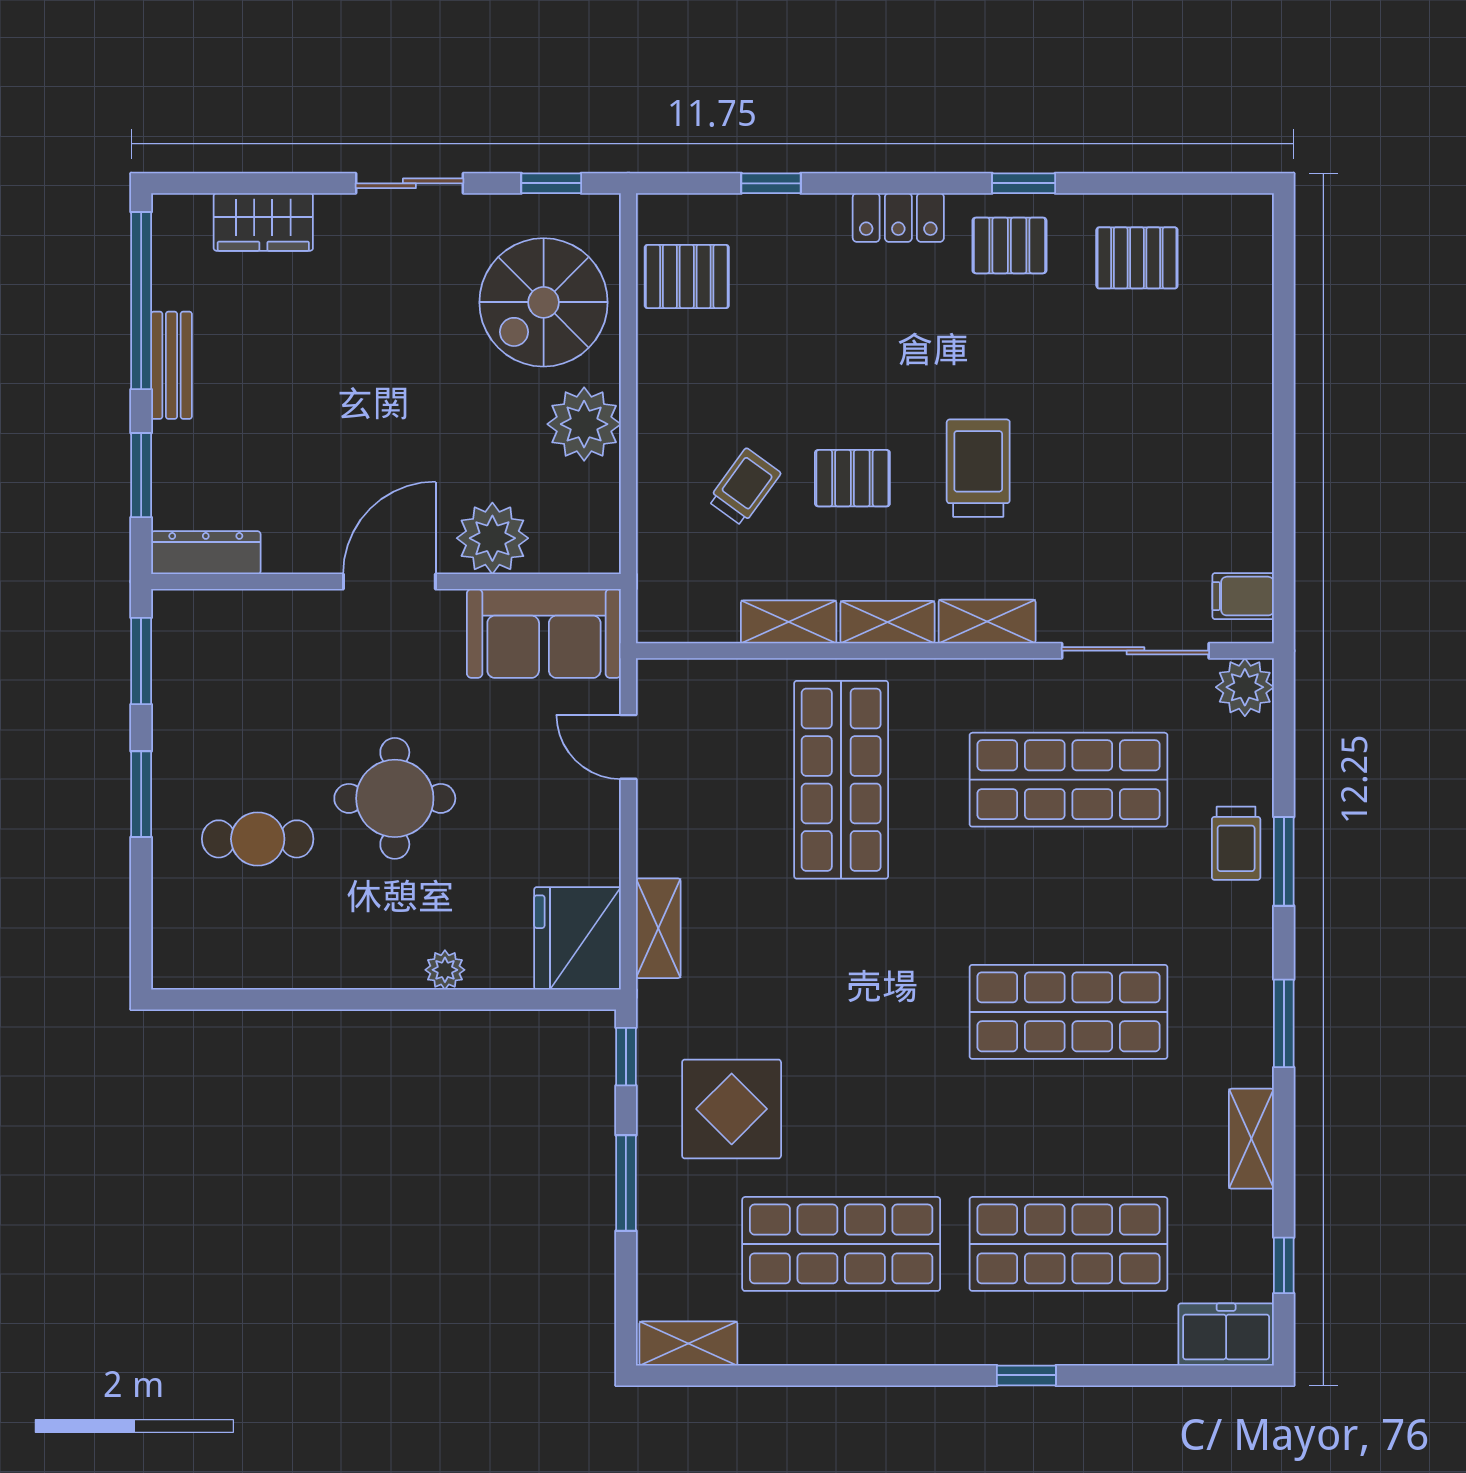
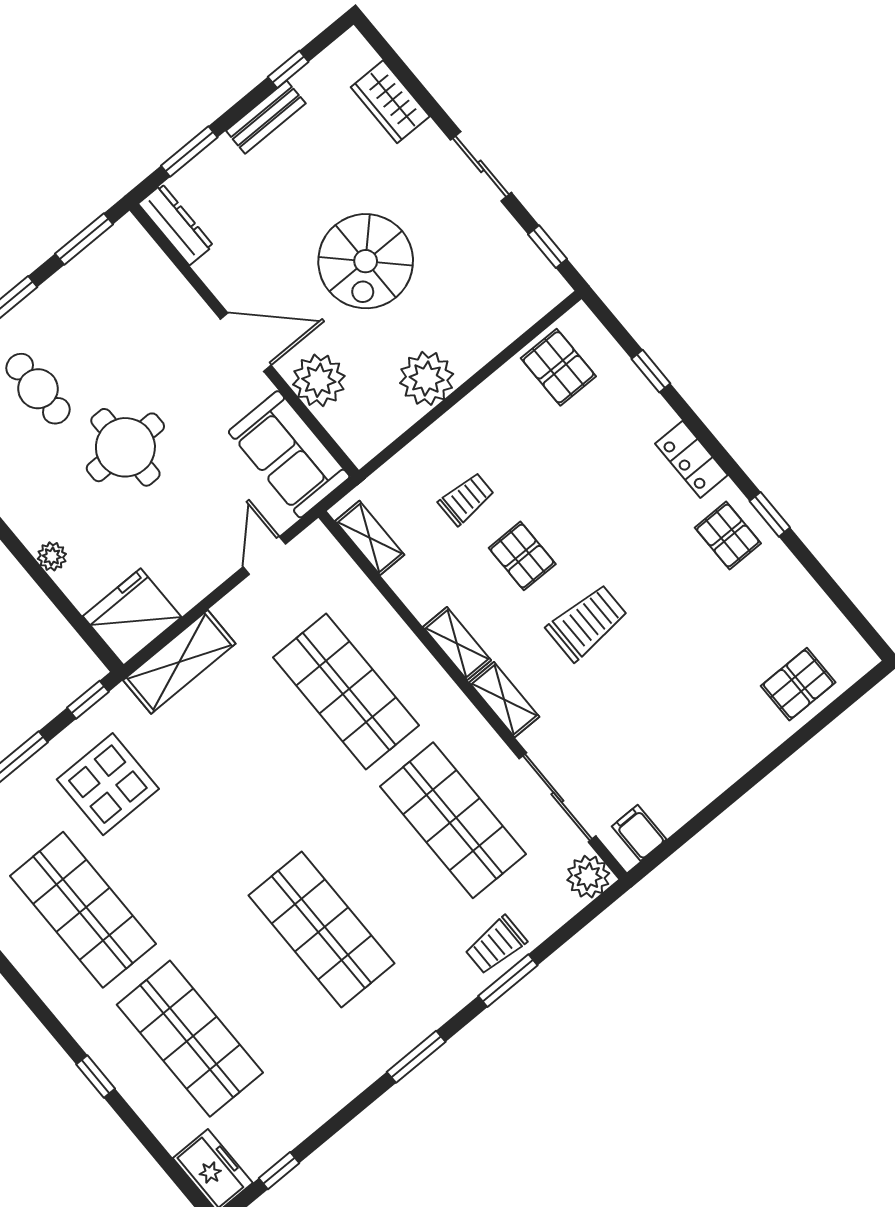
pallet: (1137, 258) -> (798, 684), moved, turned 90
window: (141, 301) -> (288, 69), width x0.32
spiral stairs: (544, 302) -> (366, 261), moved, turned -90
trolley: (744, 487) -> (466, 499), turned -36
shelving: (789, 622) -> (370, 538), moved
shop shelf: (841, 780) -> (346, 691), turned 90
shelving: (658, 928) -> (179, 662), width x1.50, depth x1.33
shelving: (1251, 1139) -> (336, 1093), removed

